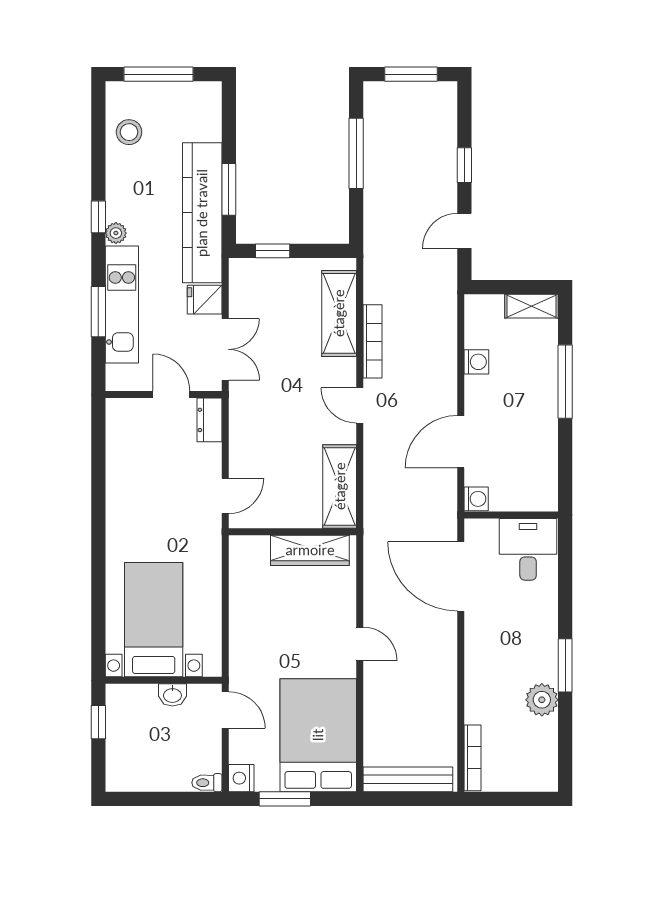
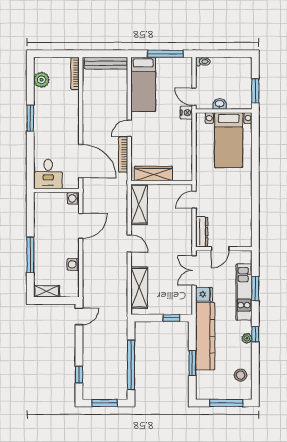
window: (356, 153) -> (131, 365), width x1.46
window: (464, 165) -> (79, 374), moved
window: (229, 189) -> (192, 363), moved
door: (464, 231) -> (79, 316), moved
plant: (116, 233) -> (247, 338), moved
bookcase: (373, 341) -> (123, 155), moved
door: (171, 395) -> (220, 249), hinge flipped
dresser: (210, 420) -> (202, 232), width x1.44
door: (360, 644) -> (129, 128), hinge flipped
plant: (542, 700) -> (42, 80), moved
window: (98, 722) -> (255, 91), width x1.50
bed: (318, 735) -> (143, 84), width x0.67
nightstand: (241, 778) -> (186, 113), moved
window: (285, 799) -> (165, 54), width x1.44

